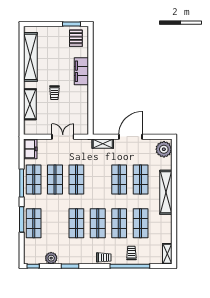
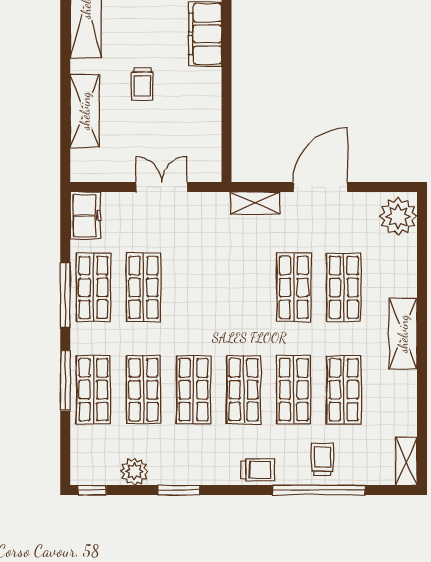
shop shelf: (76, 180) -> (143, 390), moved
shelving: (166, 192) -> (403, 334), width x0.68

